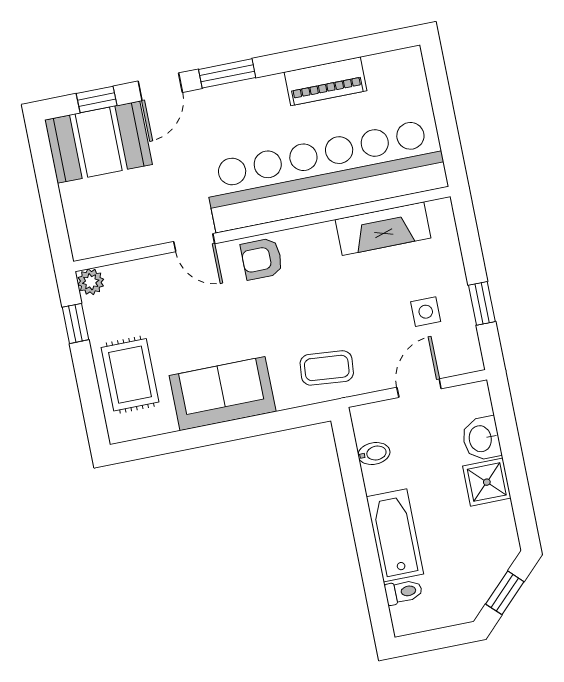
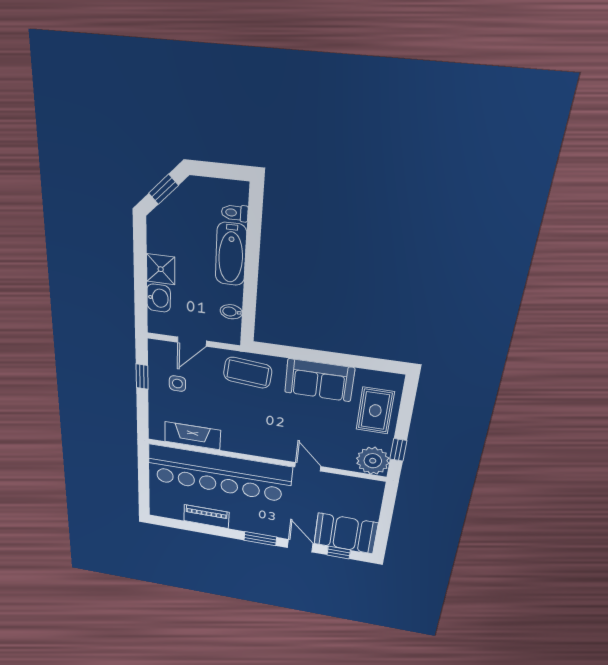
door: (160, 87) -> (300, 546), hinge flipped
armchair: (262, 259) -> (270, 445), removed
plant: (91, 282) -> (373, 461), width x1.88, depth x1.88
coffee table: (327, 368) -> (248, 373), width x1.36, depth x1.30

